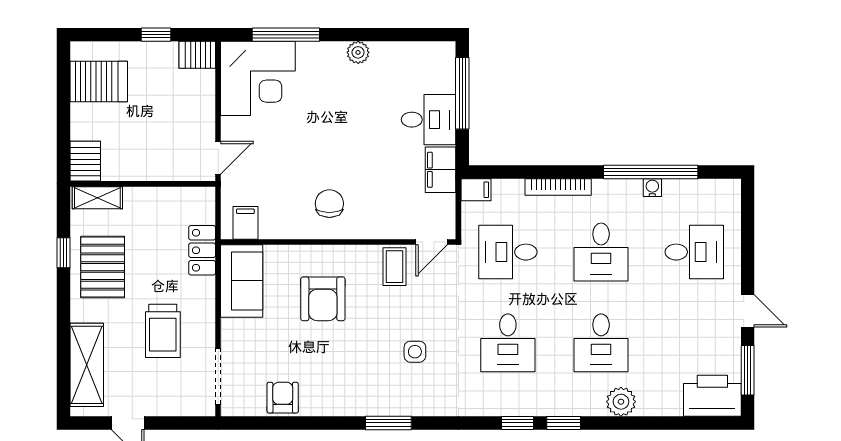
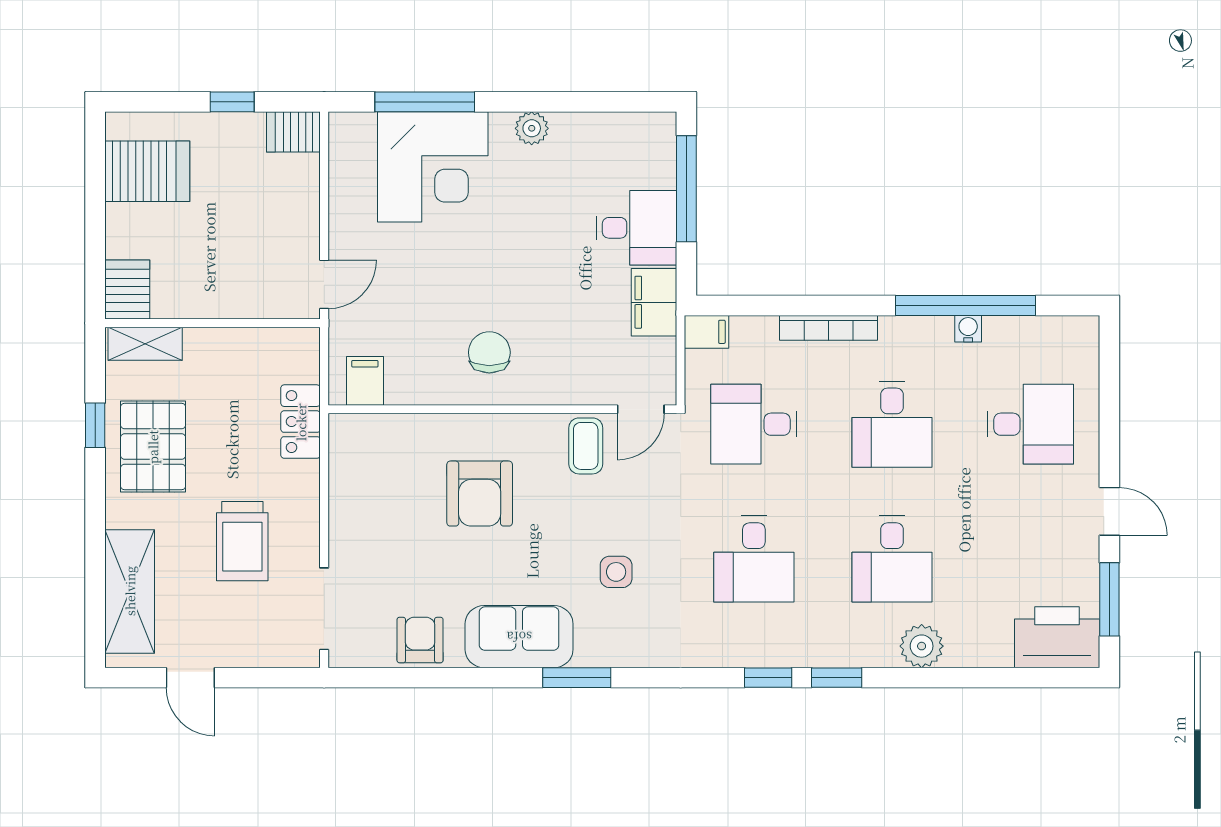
corner desk: (258, 78) -> (433, 167), moved
sofa: (242, 281) -> (519, 637), moved, turned -90

